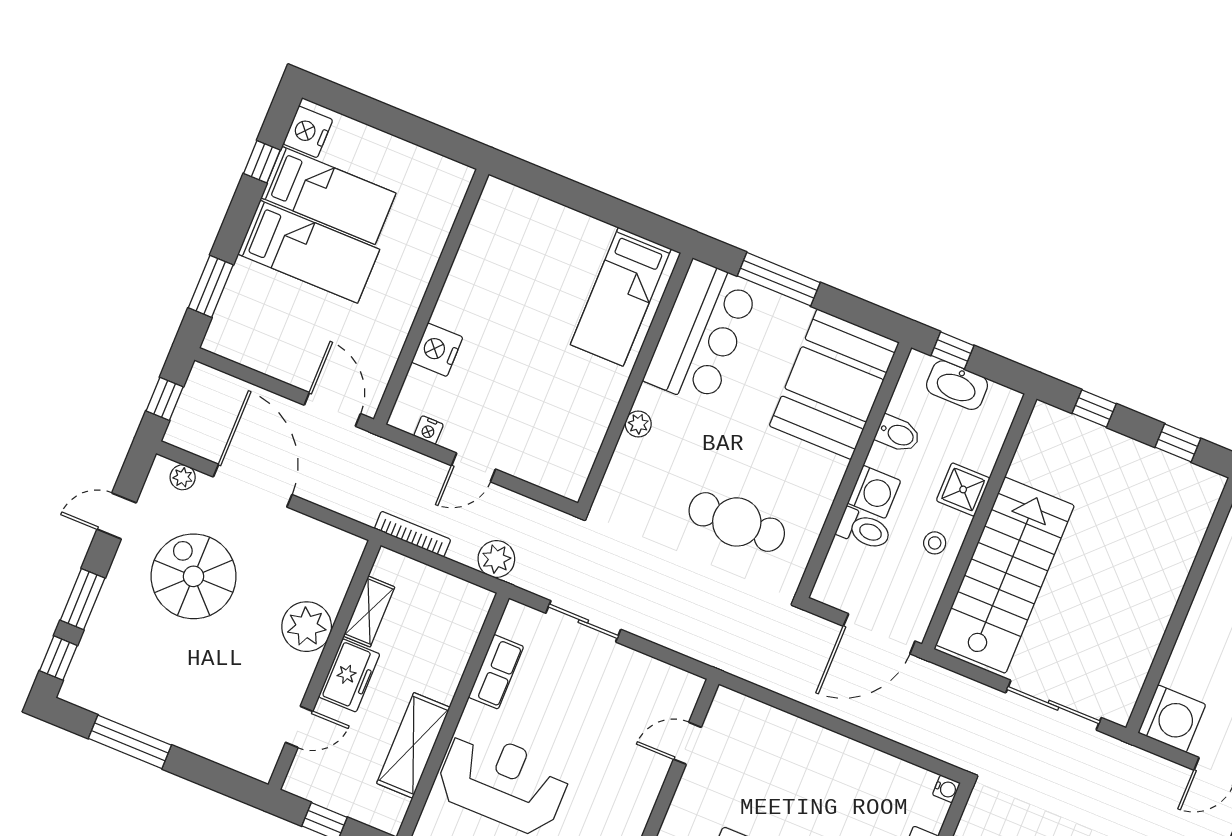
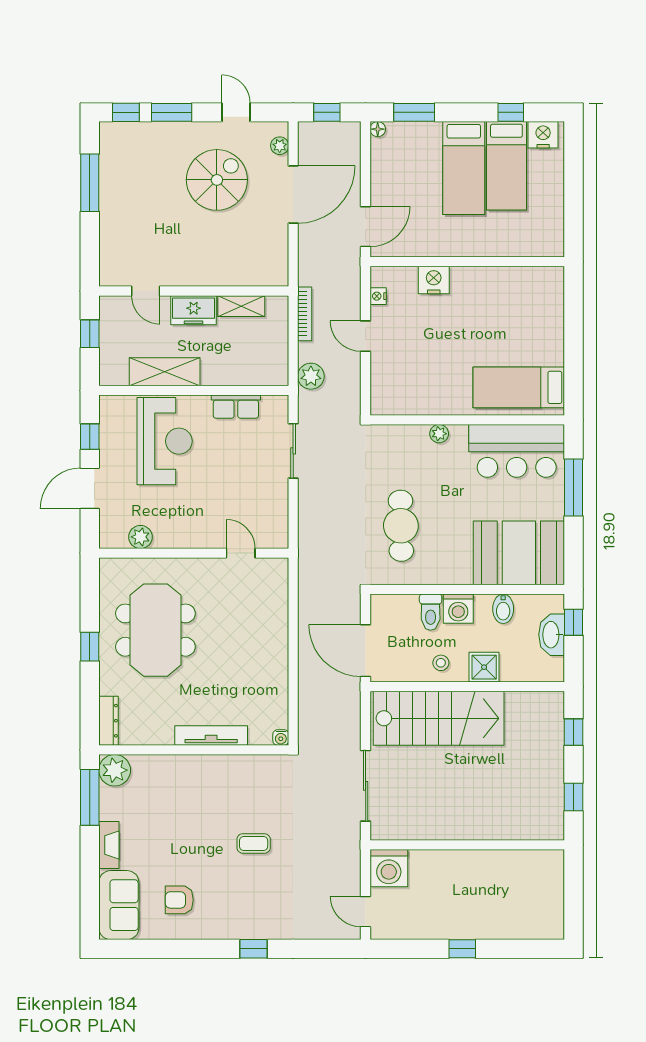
floor lamp: (213, 342) -> (378, 129), added
plant: (307, 627) -> (214, 269), removed

